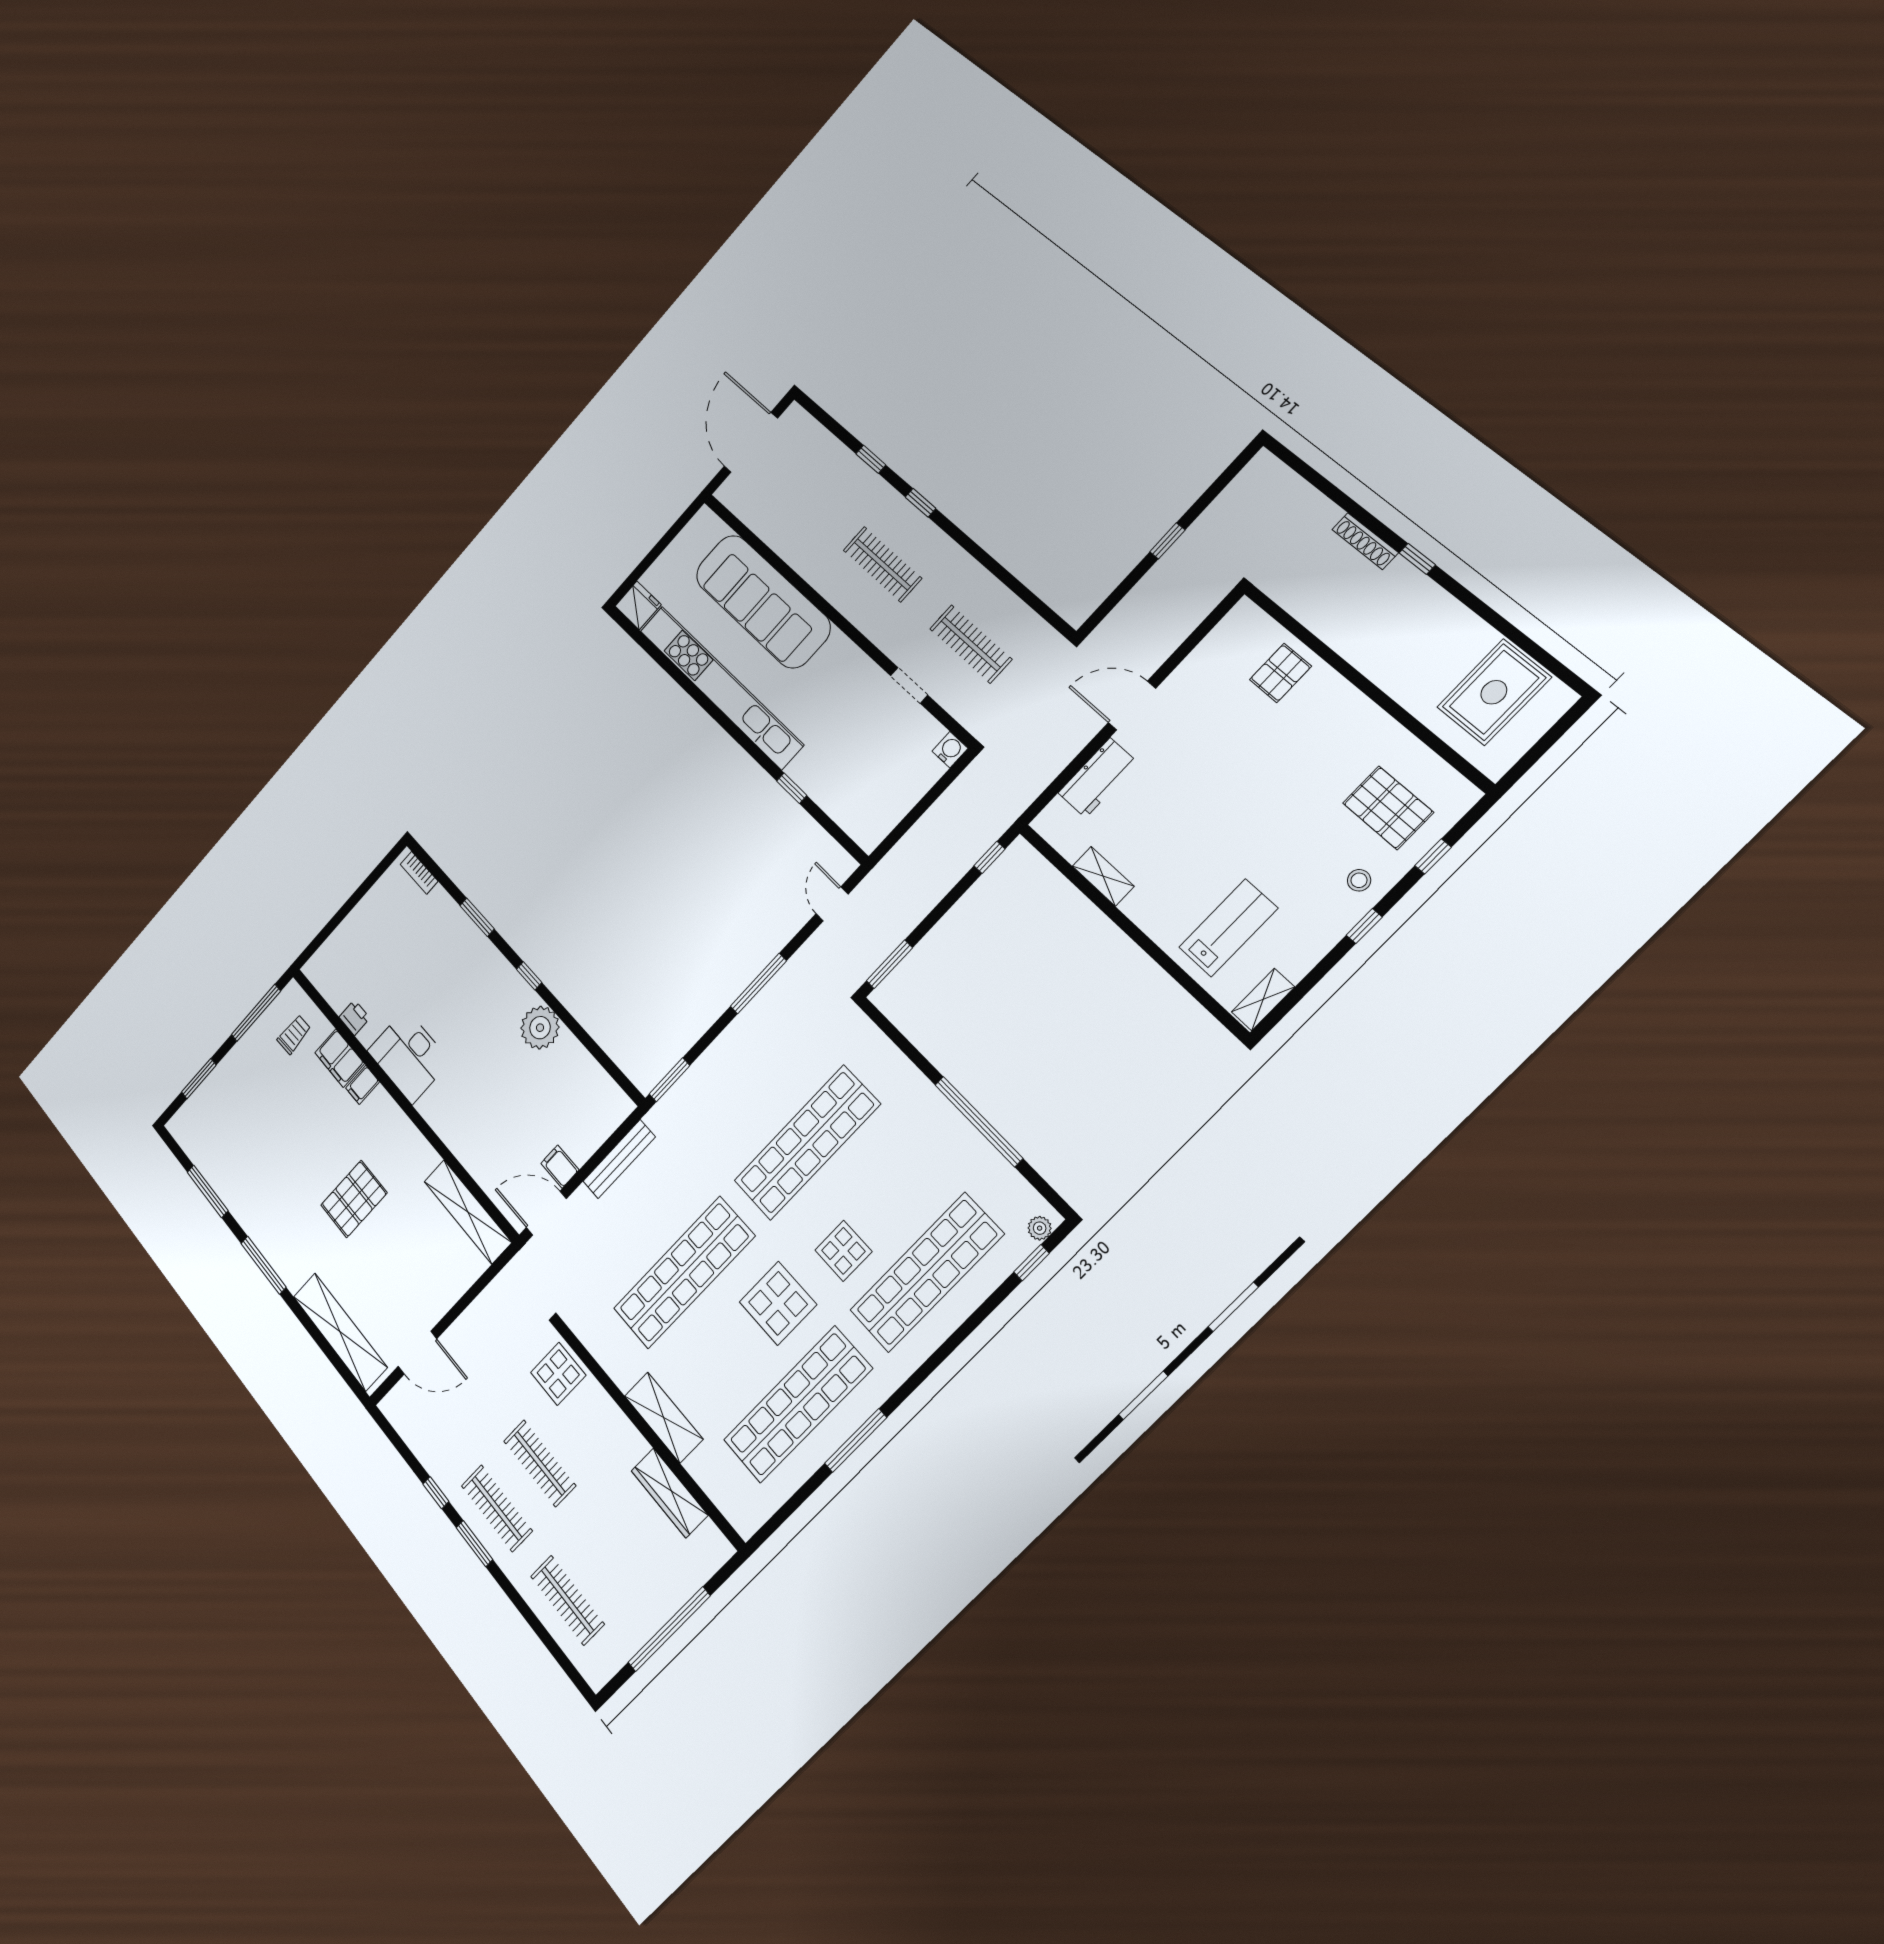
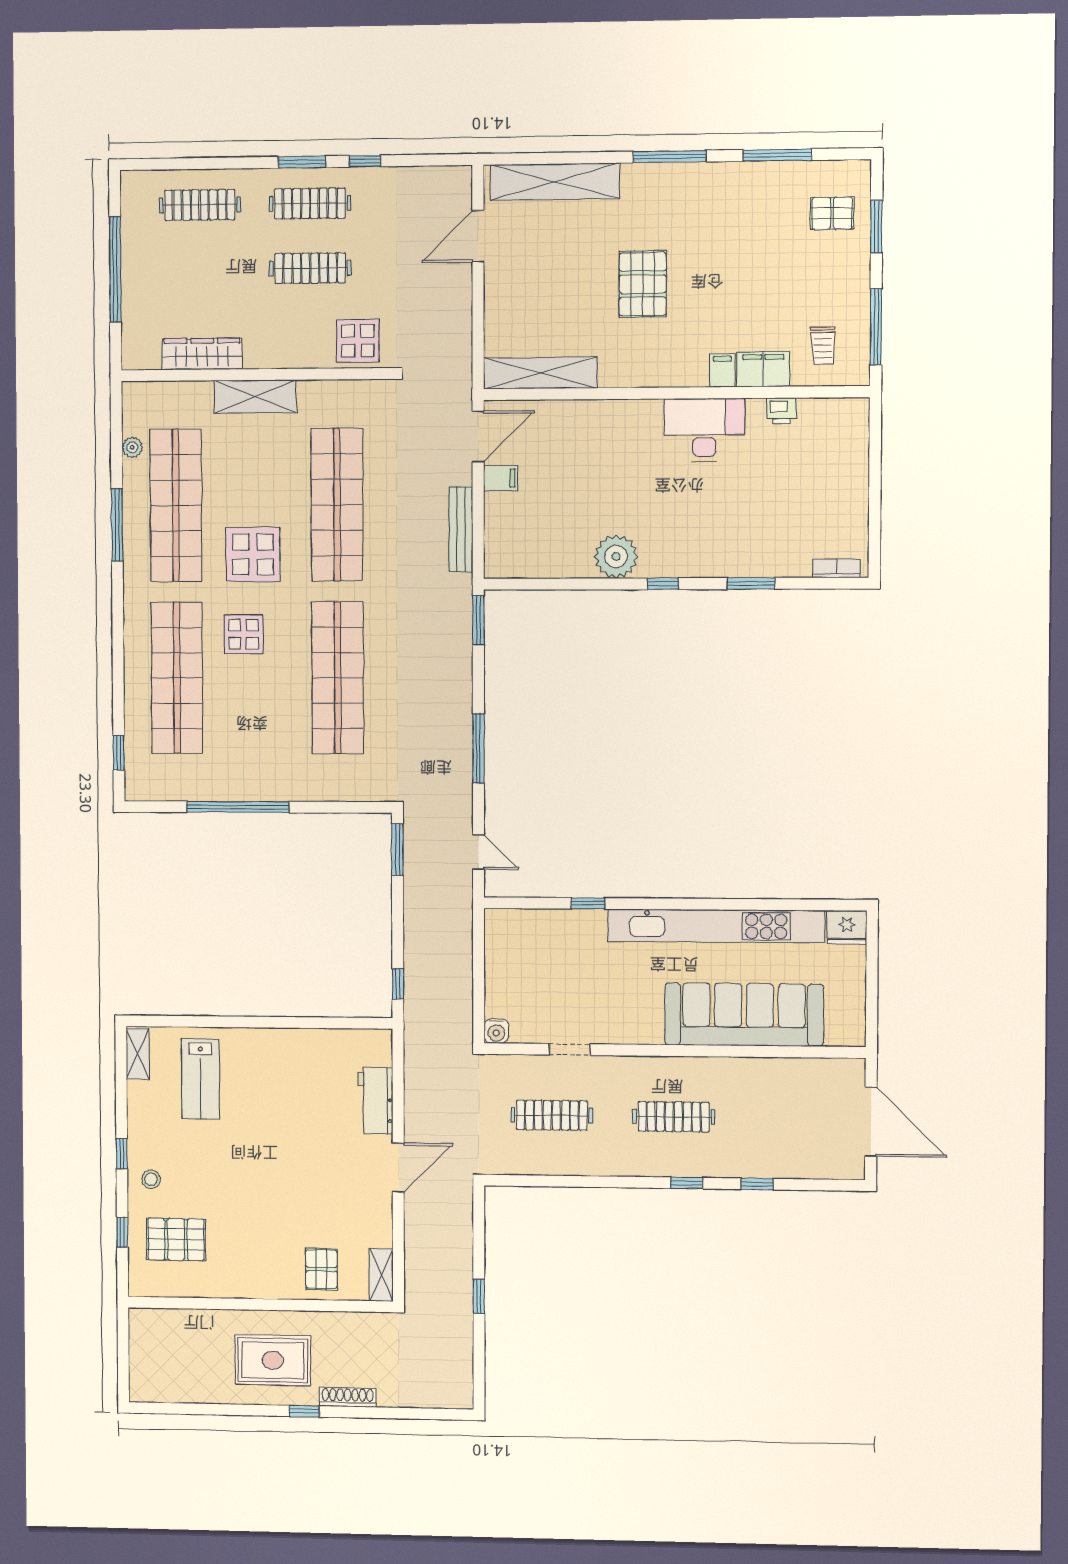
rug: (1494, 692) -> (273, 1360), moved, turned 90
shelving: (1103, 876) -> (381, 1275), moved, turned 90
pallet: (213, 1117) -> (832, 213), added
plant: (1040, 1228) -> (132, 447), moved

